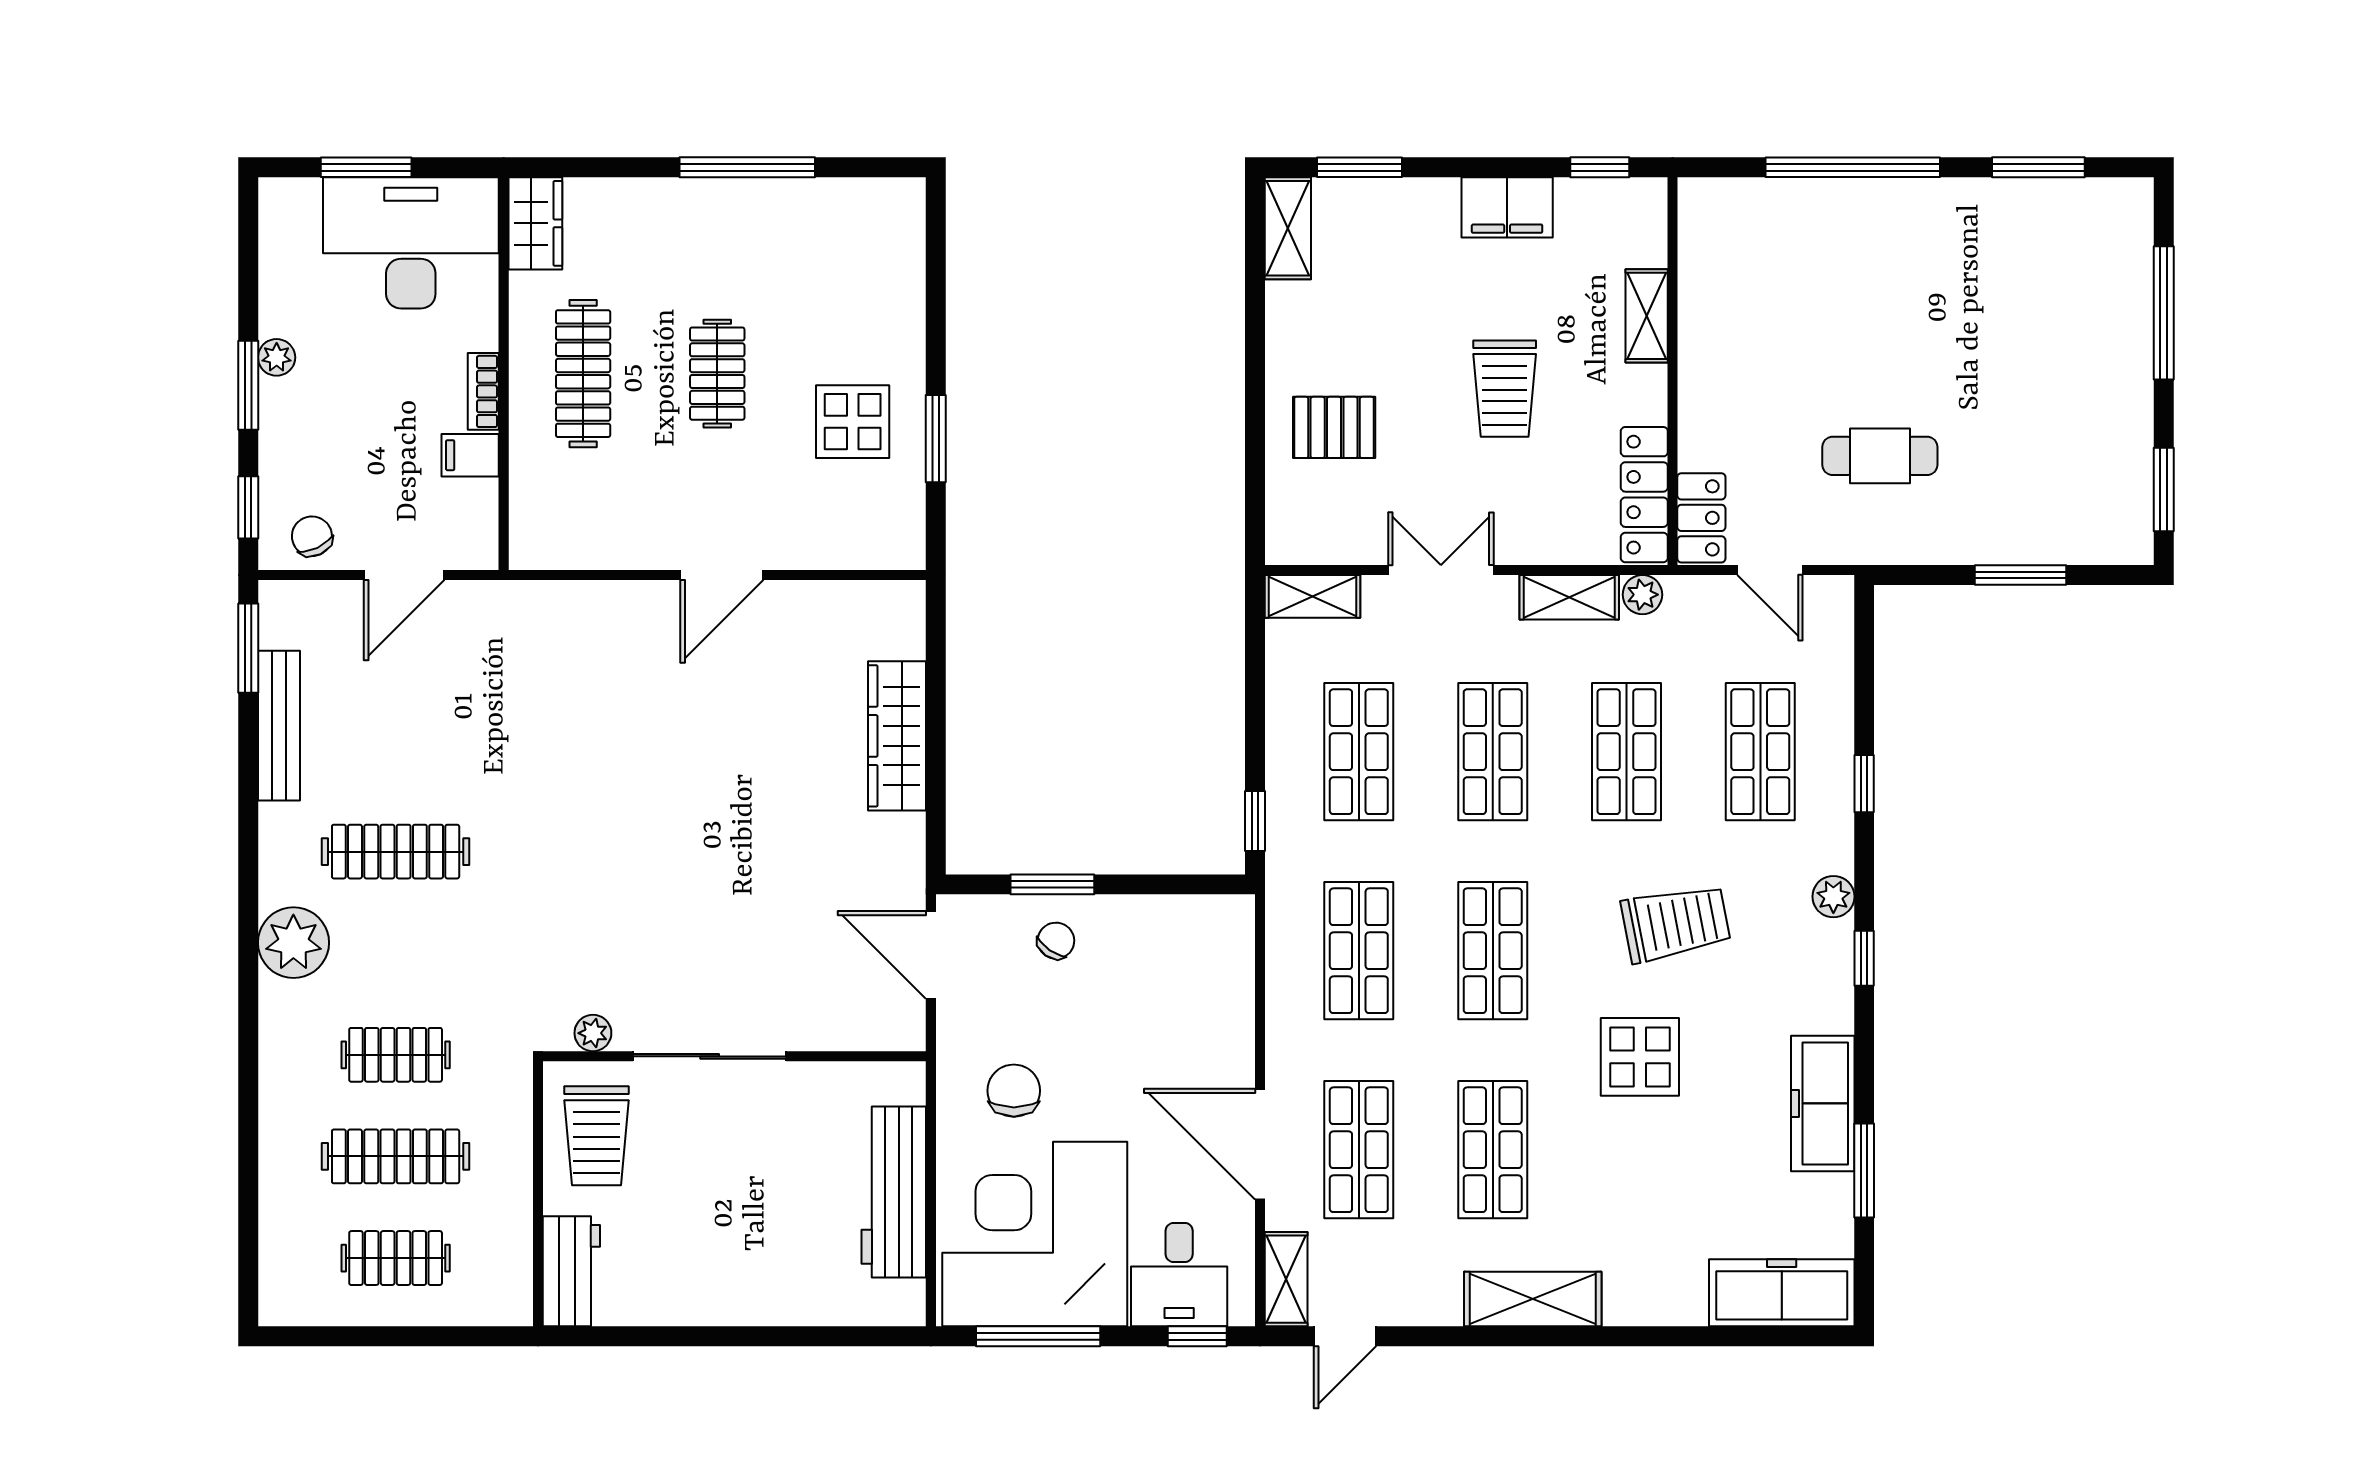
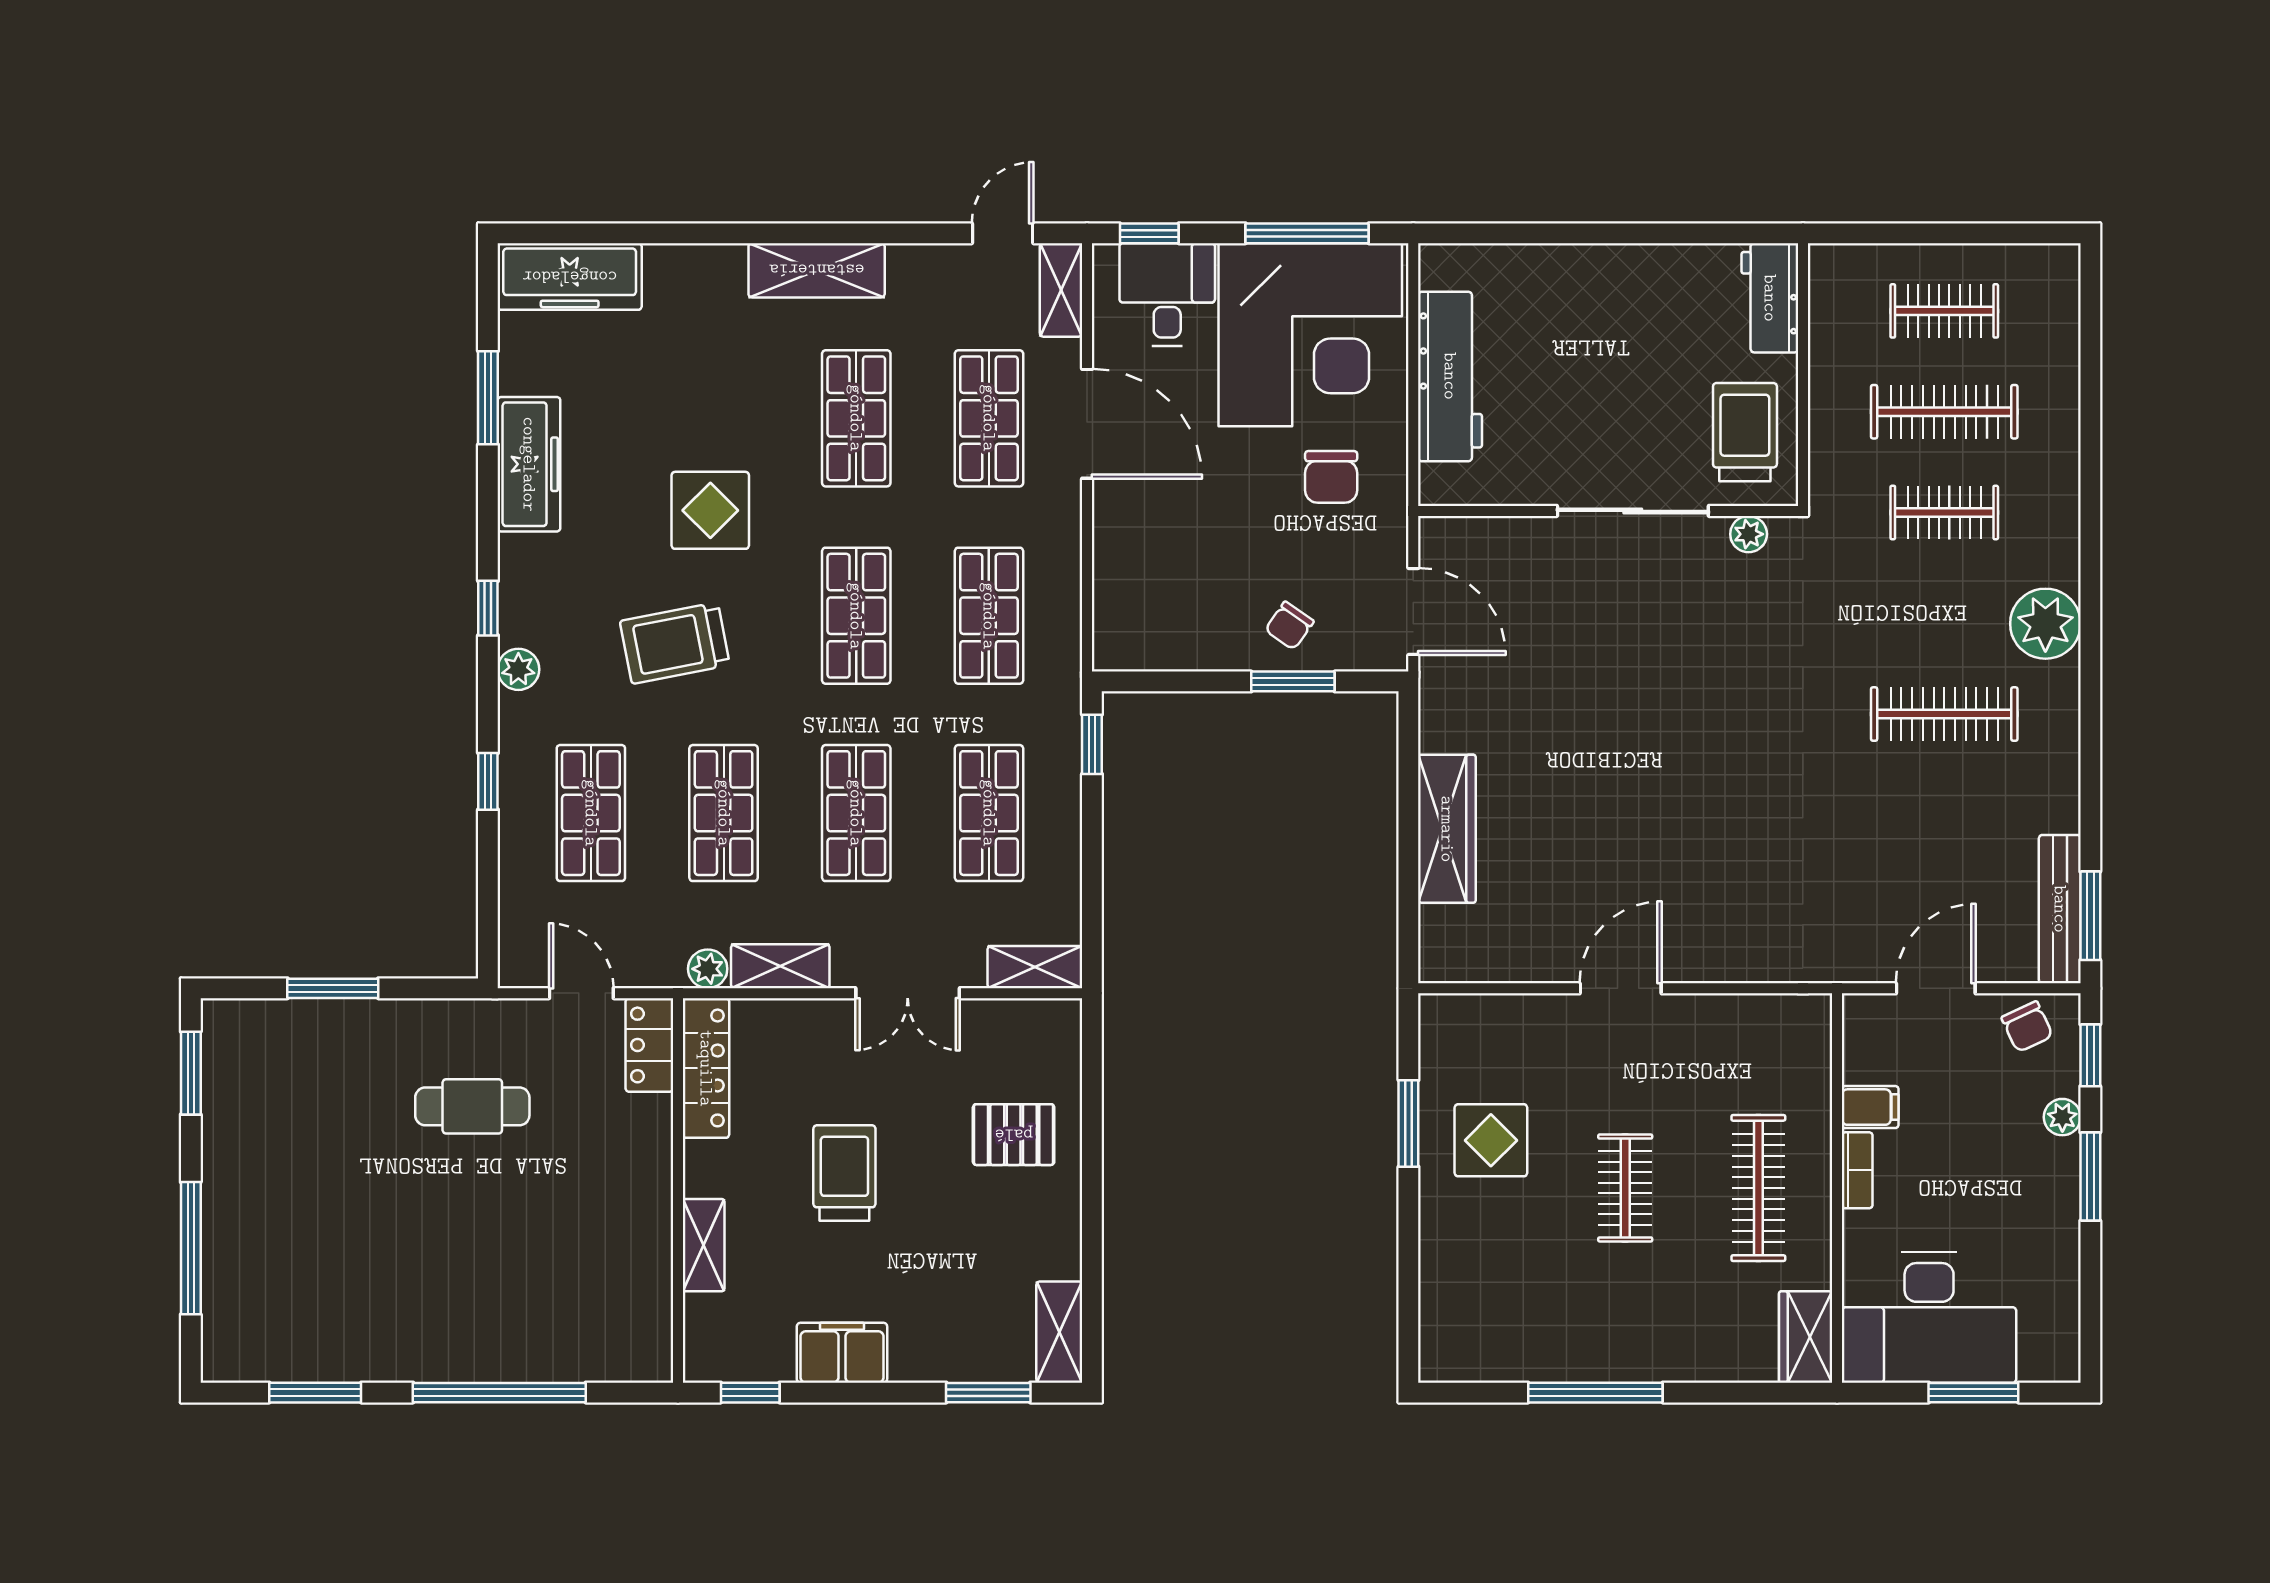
plant: (277, 357) -> (2062, 1117), moved
bench: (279, 726) -> (2060, 909), moved

